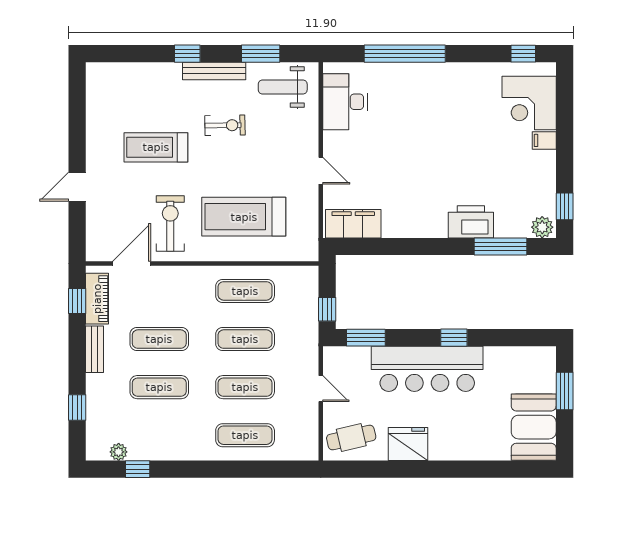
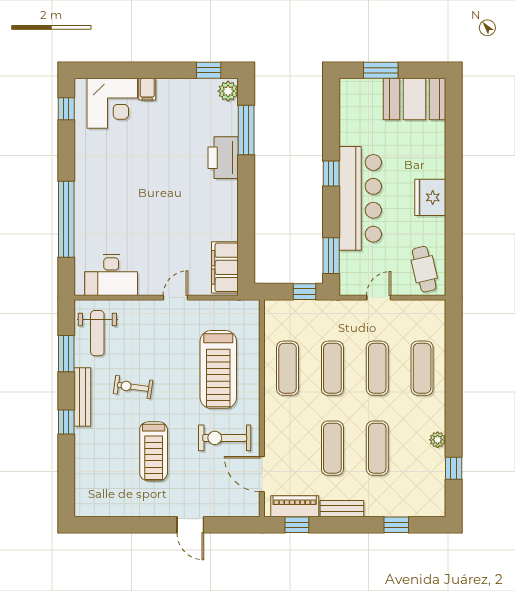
exercise bike: (225, 125) -> (133, 387), turned -81
fridge: (408, 444) -> (430, 197), moved
plant: (119, 452) -> (438, 440), moved

